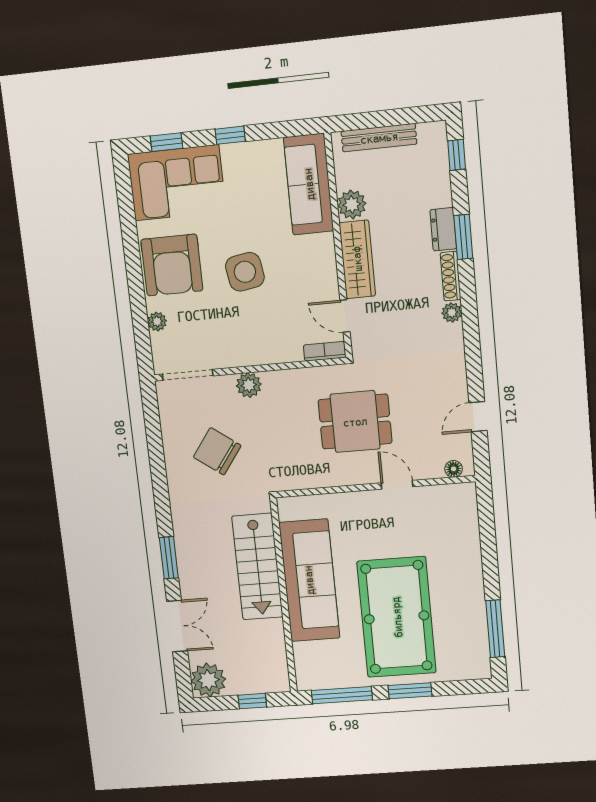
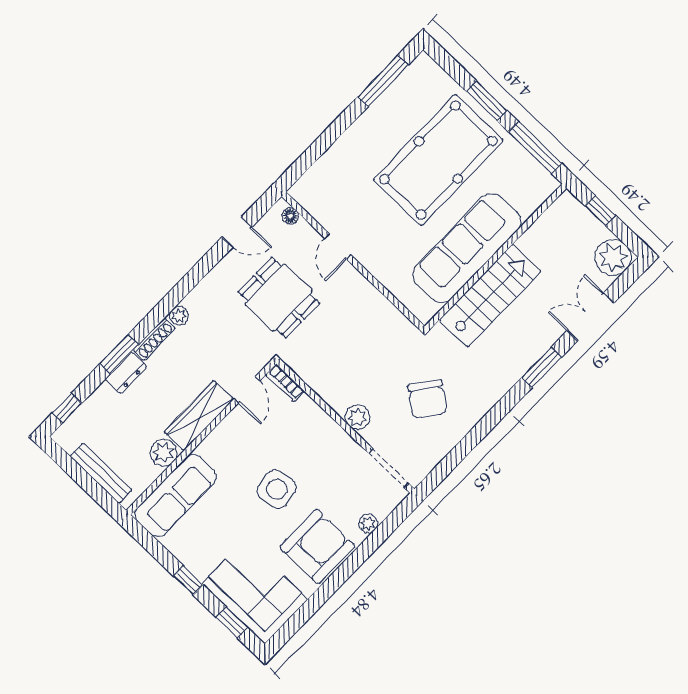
dining table: (355, 422) -> (279, 298), moved

